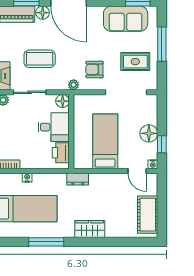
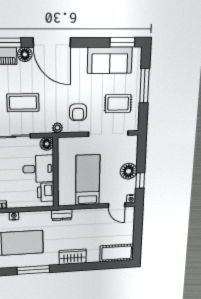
armchair: (94, 69) -> (78, 112), turned -90
cot: (148, 215) -> (117, 253), moved, turned 90

